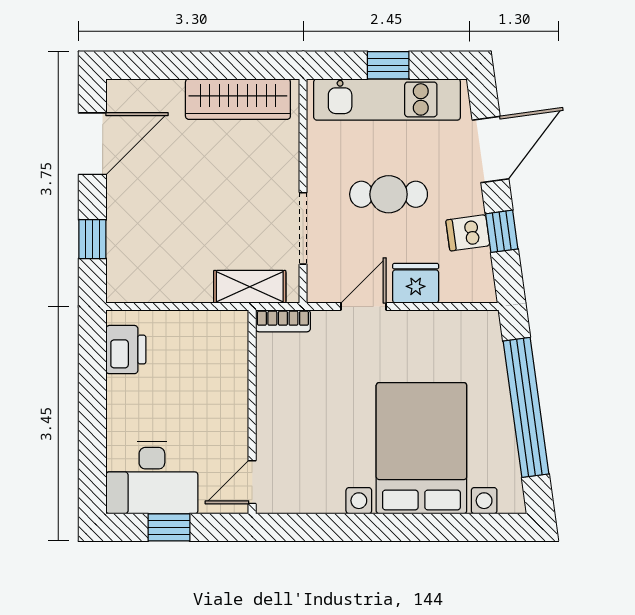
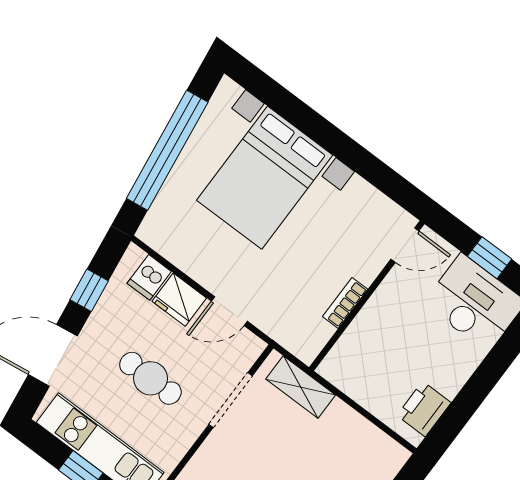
dishwasher: (468, 233) -> (149, 277), moved, turned 98
bookcase: (283, 321) -> (345, 303), moved, turned -90

